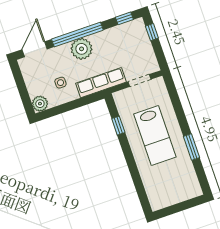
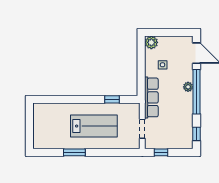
window: (152, 32) -> (161, 152), moved
plant: (82, 49) -> (188, 87), width x0.53, depth x0.53
lab bench: (155, 136) -> (94, 126), turned 180

